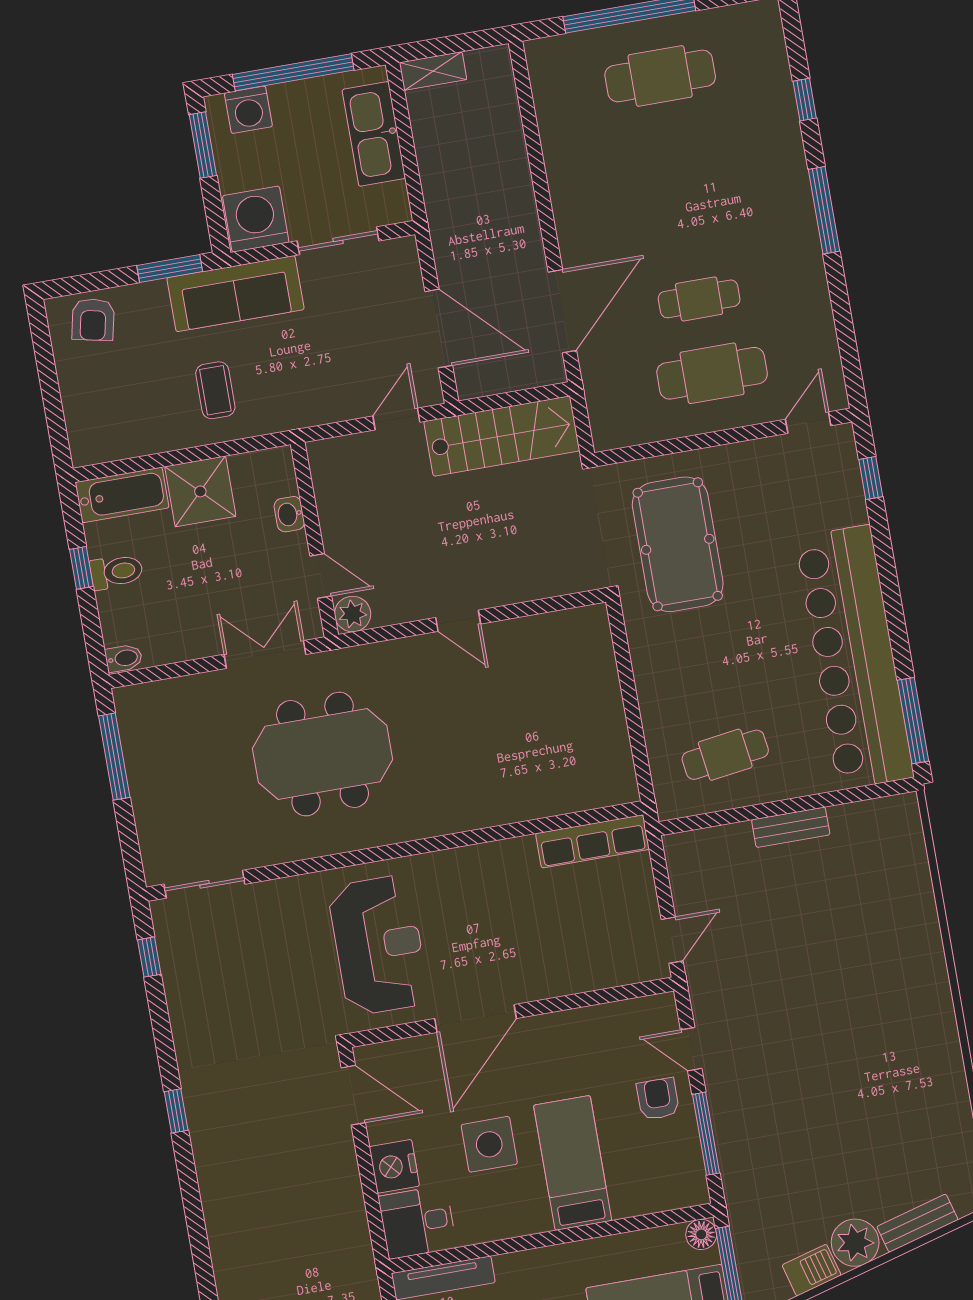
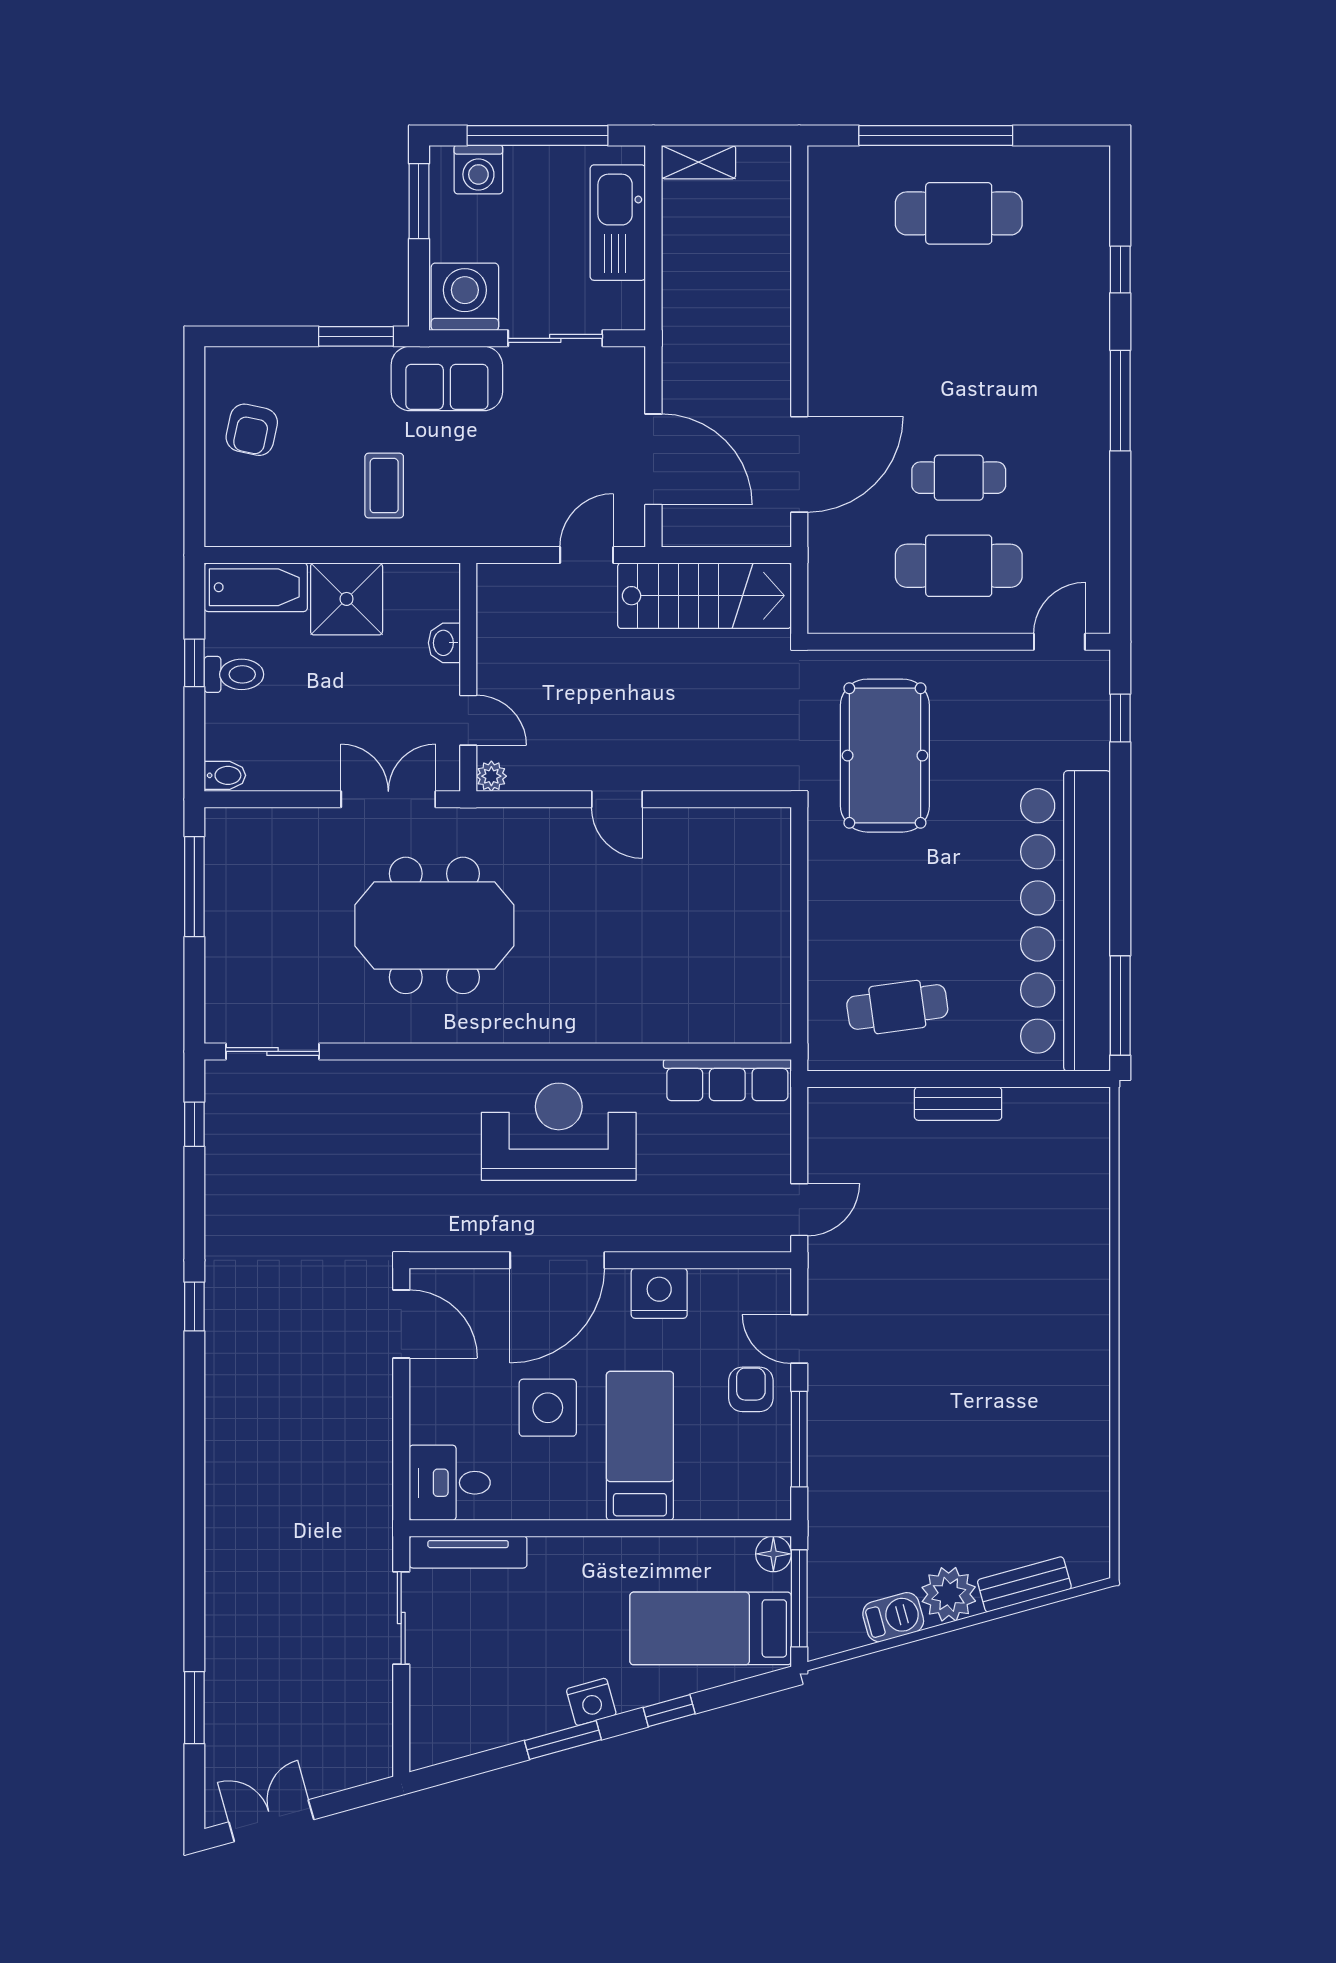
sofa: (236, 294) -> (447, 378), width x0.73
armchair: (93, 320) -> (252, 430), moved
plant: (353, 614) -> (491, 776), width x0.73, depth x0.73
reception desk: (379, 945) -> (559, 1132), moved, turned -90
nightstand: (394, 1166) -> (659, 1293), moved, turned 90

